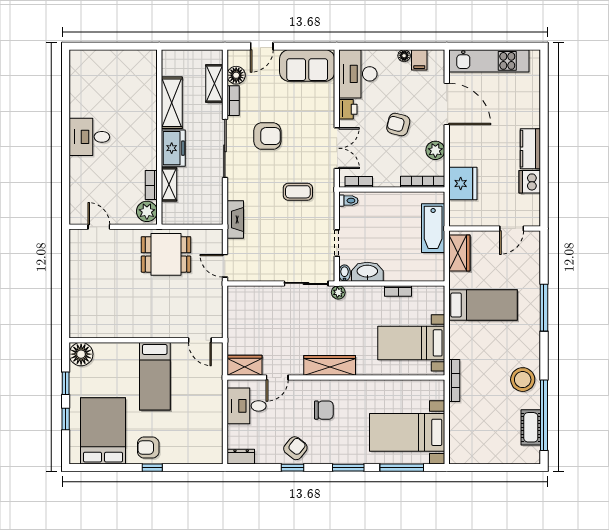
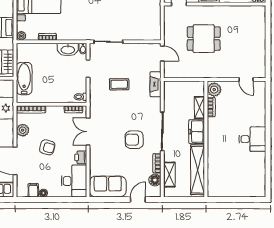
shelving: (172, 103) -> (198, 170), width x1.47
coffee table: (298, 192) -> (119, 84), moved
dining table: (166, 254) -> (204, 39), moved
plant: (338, 292) -> (21, 36), moved

